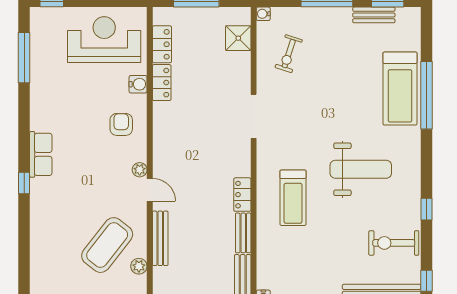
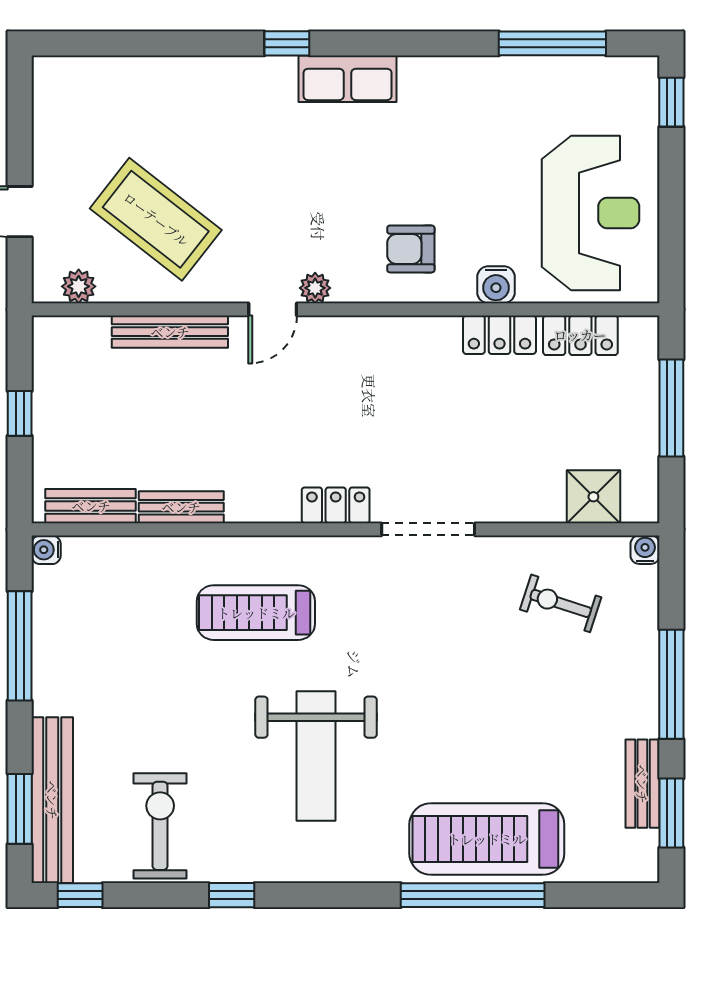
armchair: (121, 124) -> (411, 249), turned 180
locker: (242, 195) -> (336, 505), moved
plant: (139, 266) -> (79, 286), moved

